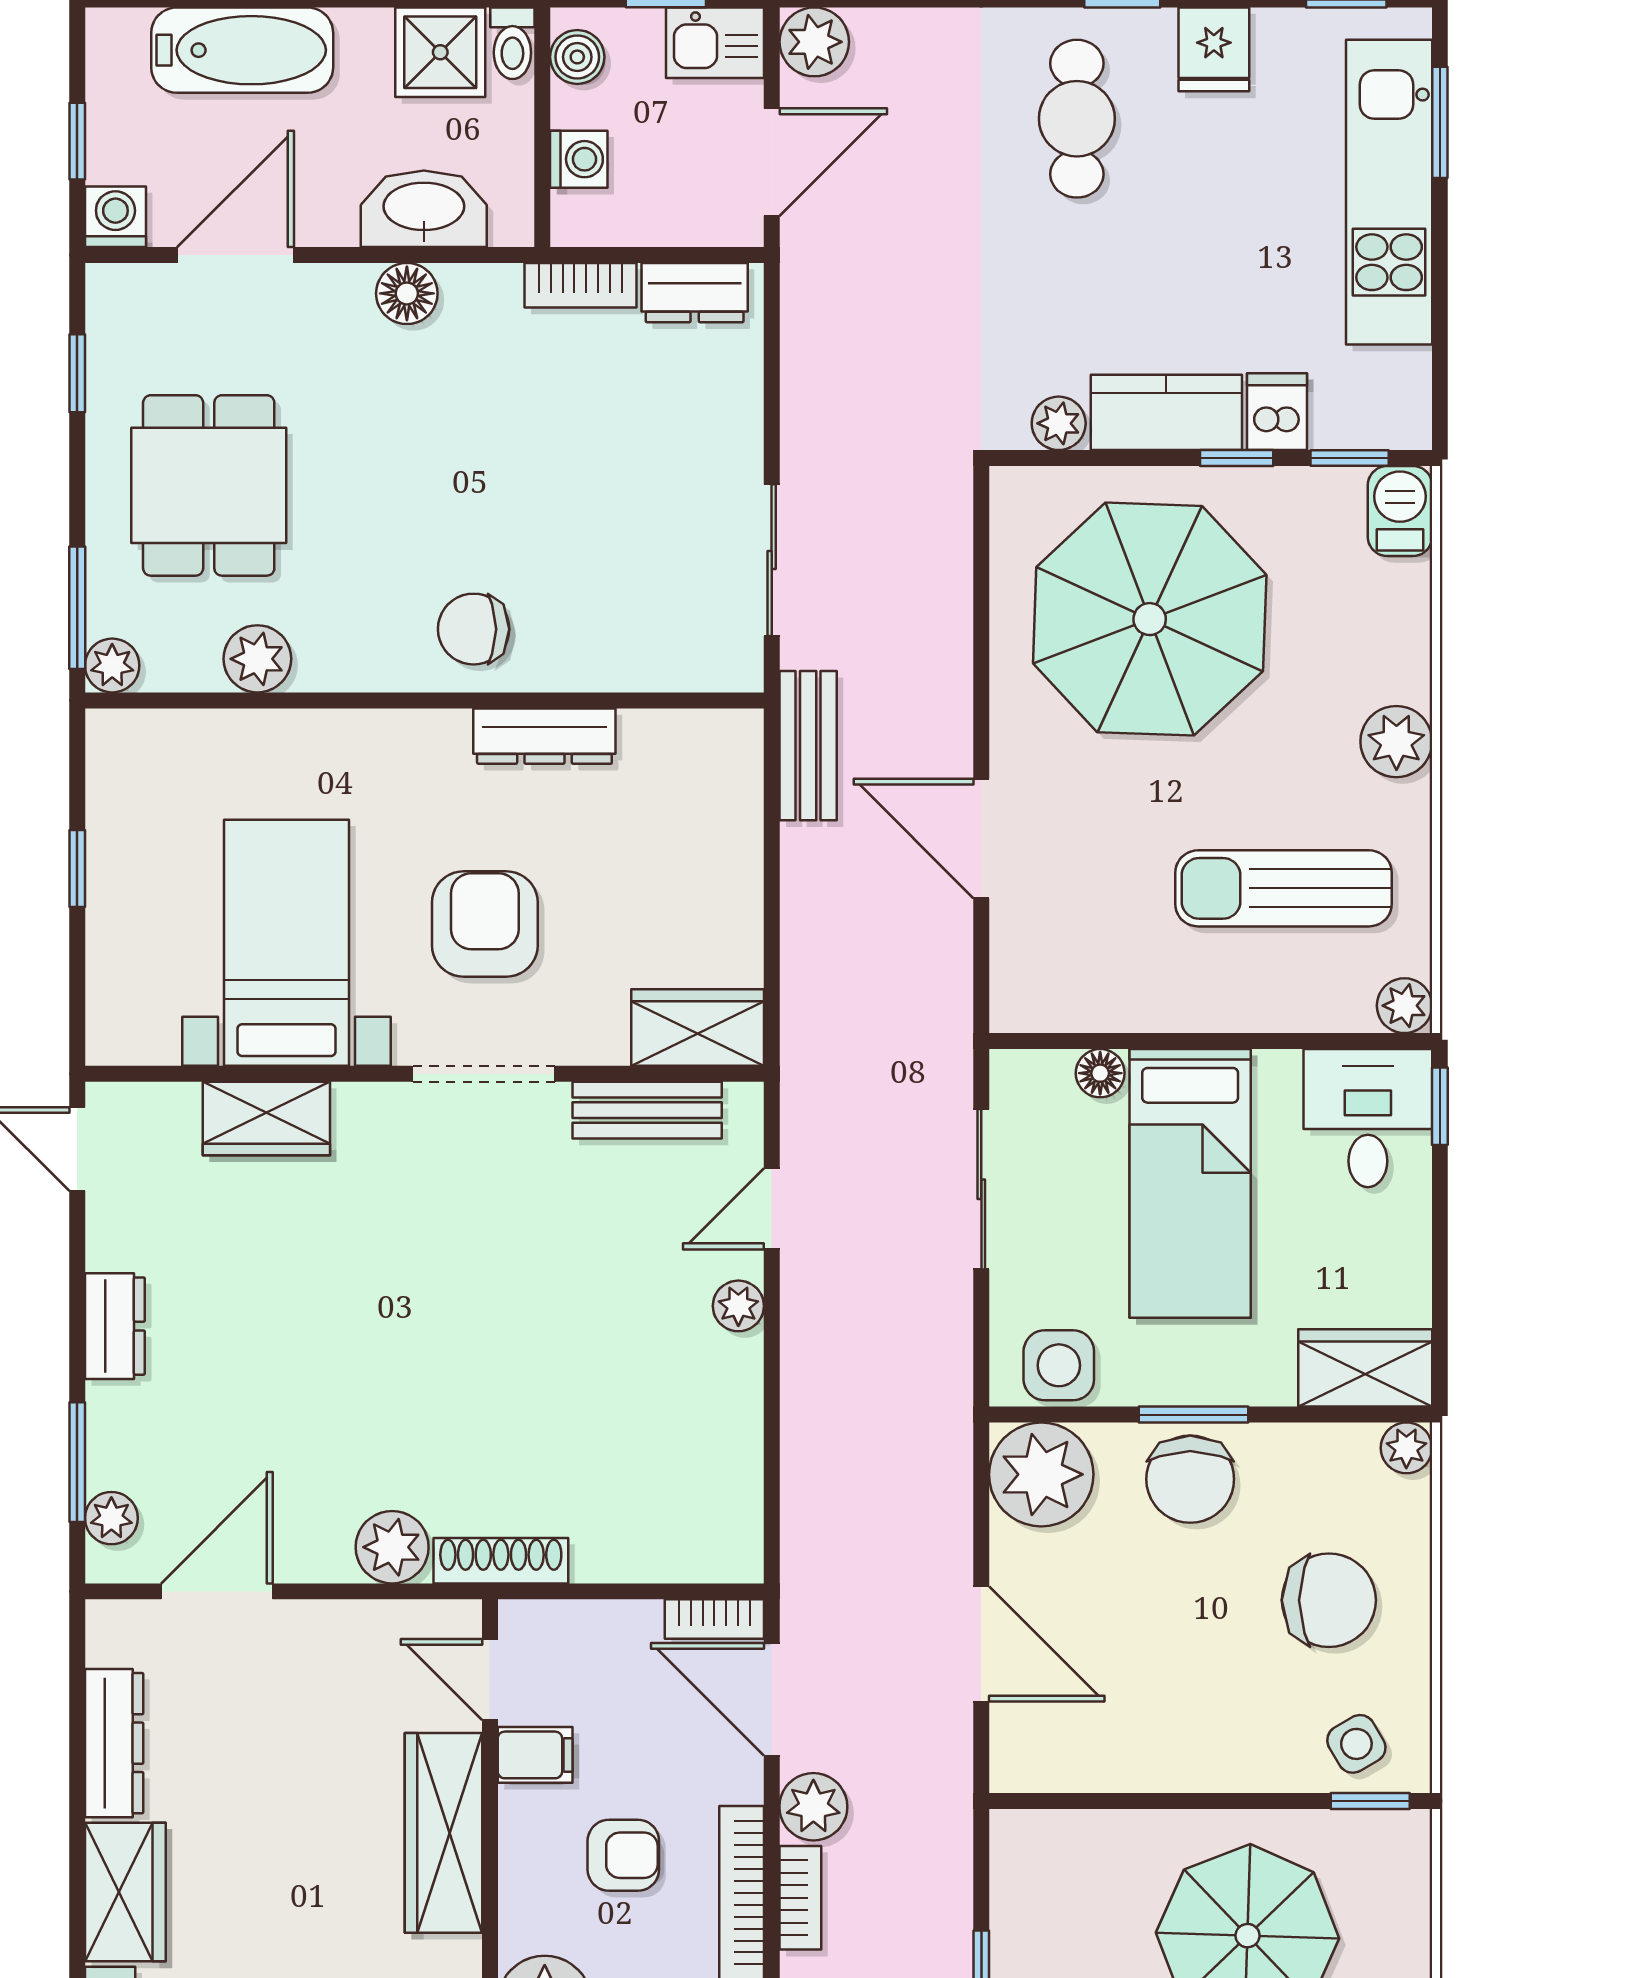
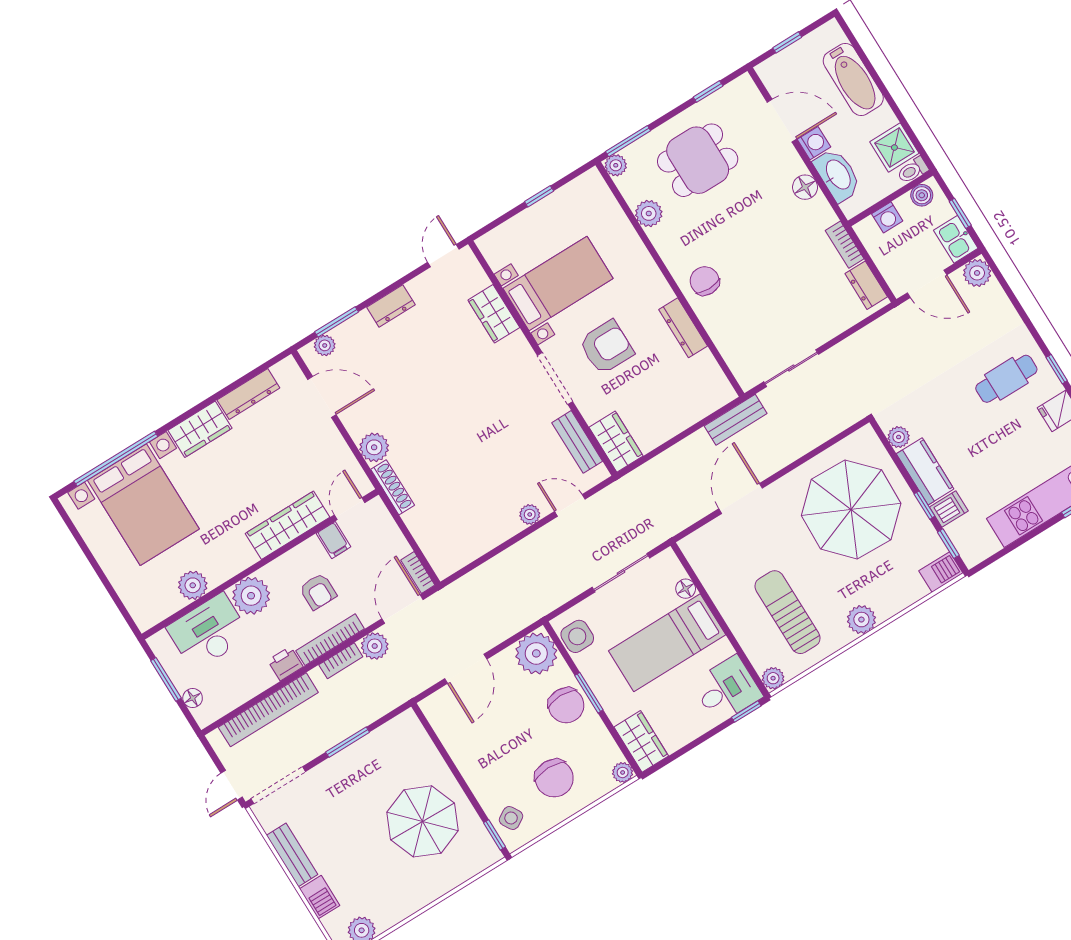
washing machine: (115, 217) -> (814, 143), moved
chair: (1190, 1479) -> (566, 705), turned -90

